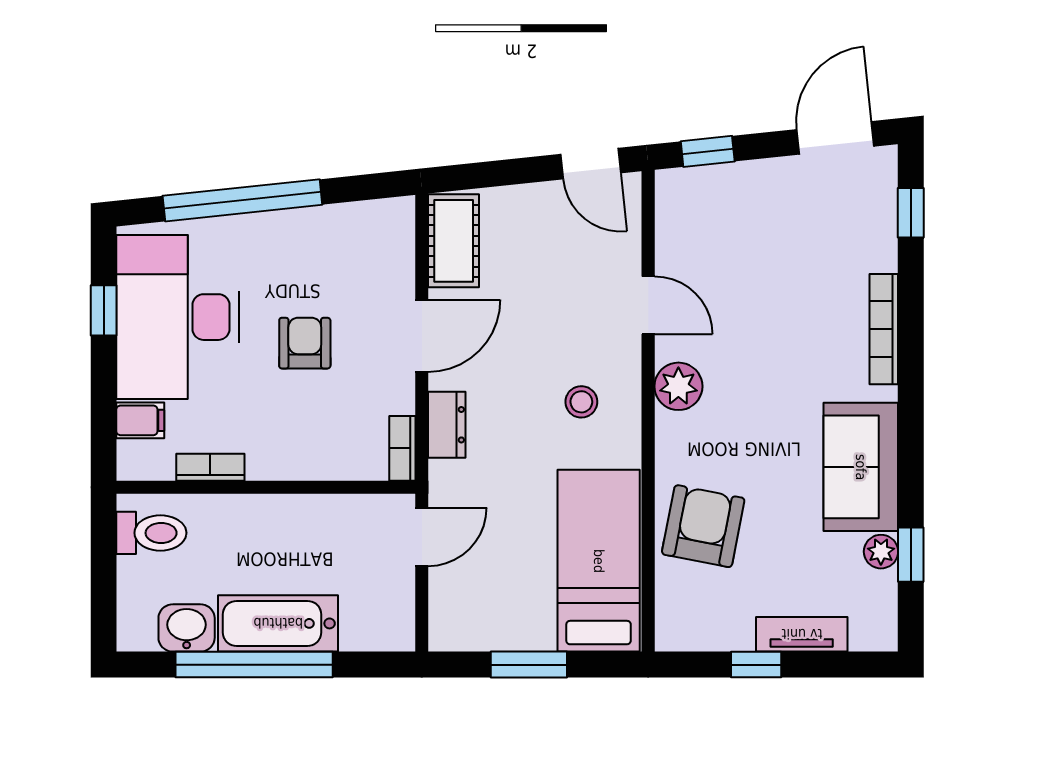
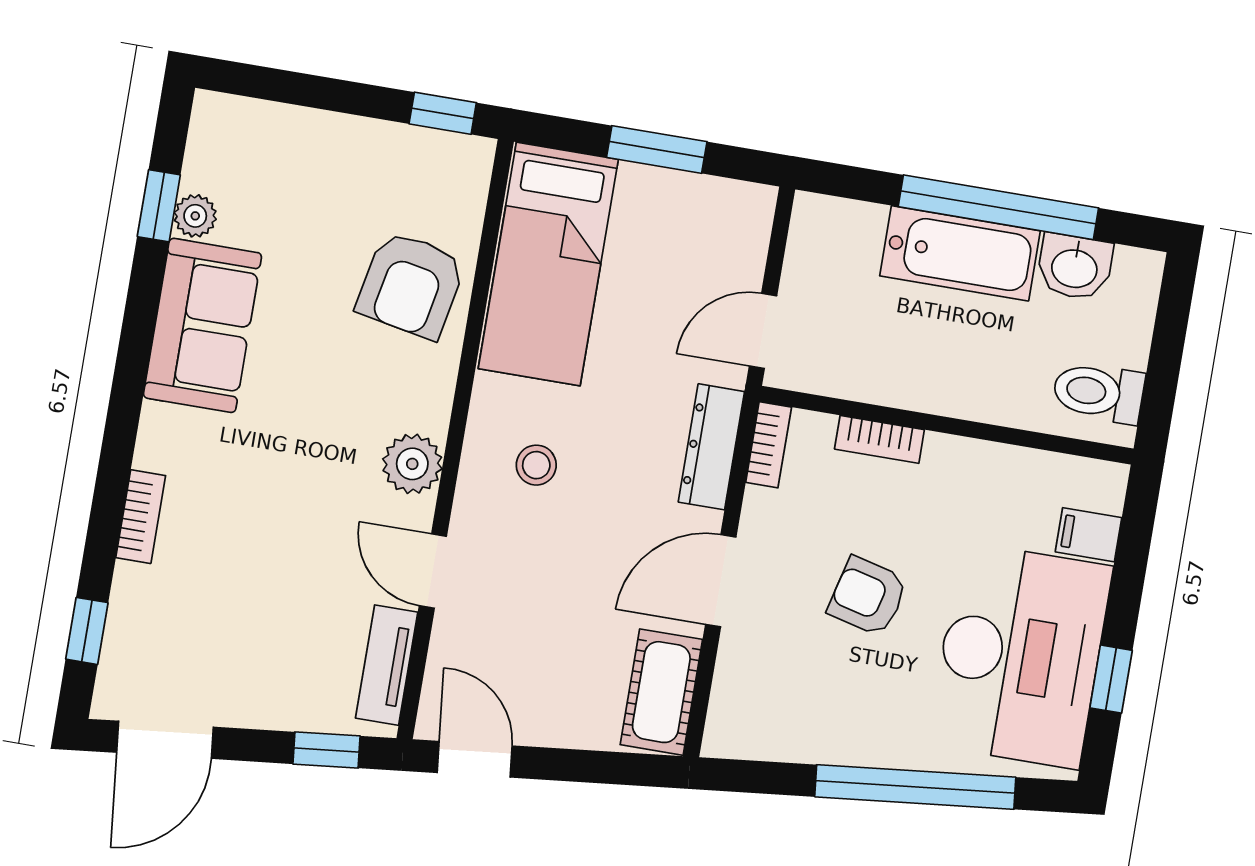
bookcase: (884, 329) -> (141, 517), width x0.64
armchair: (305, 343) -> (868, 596), turned 104
dresser: (447, 425) -> (711, 447), width x1.44
bookcase: (210, 467) -> (879, 439), moved
tv unit: (802, 634) -> (387, 665), moved, turned 90
window: (756, 665) -> (443, 113), moved

